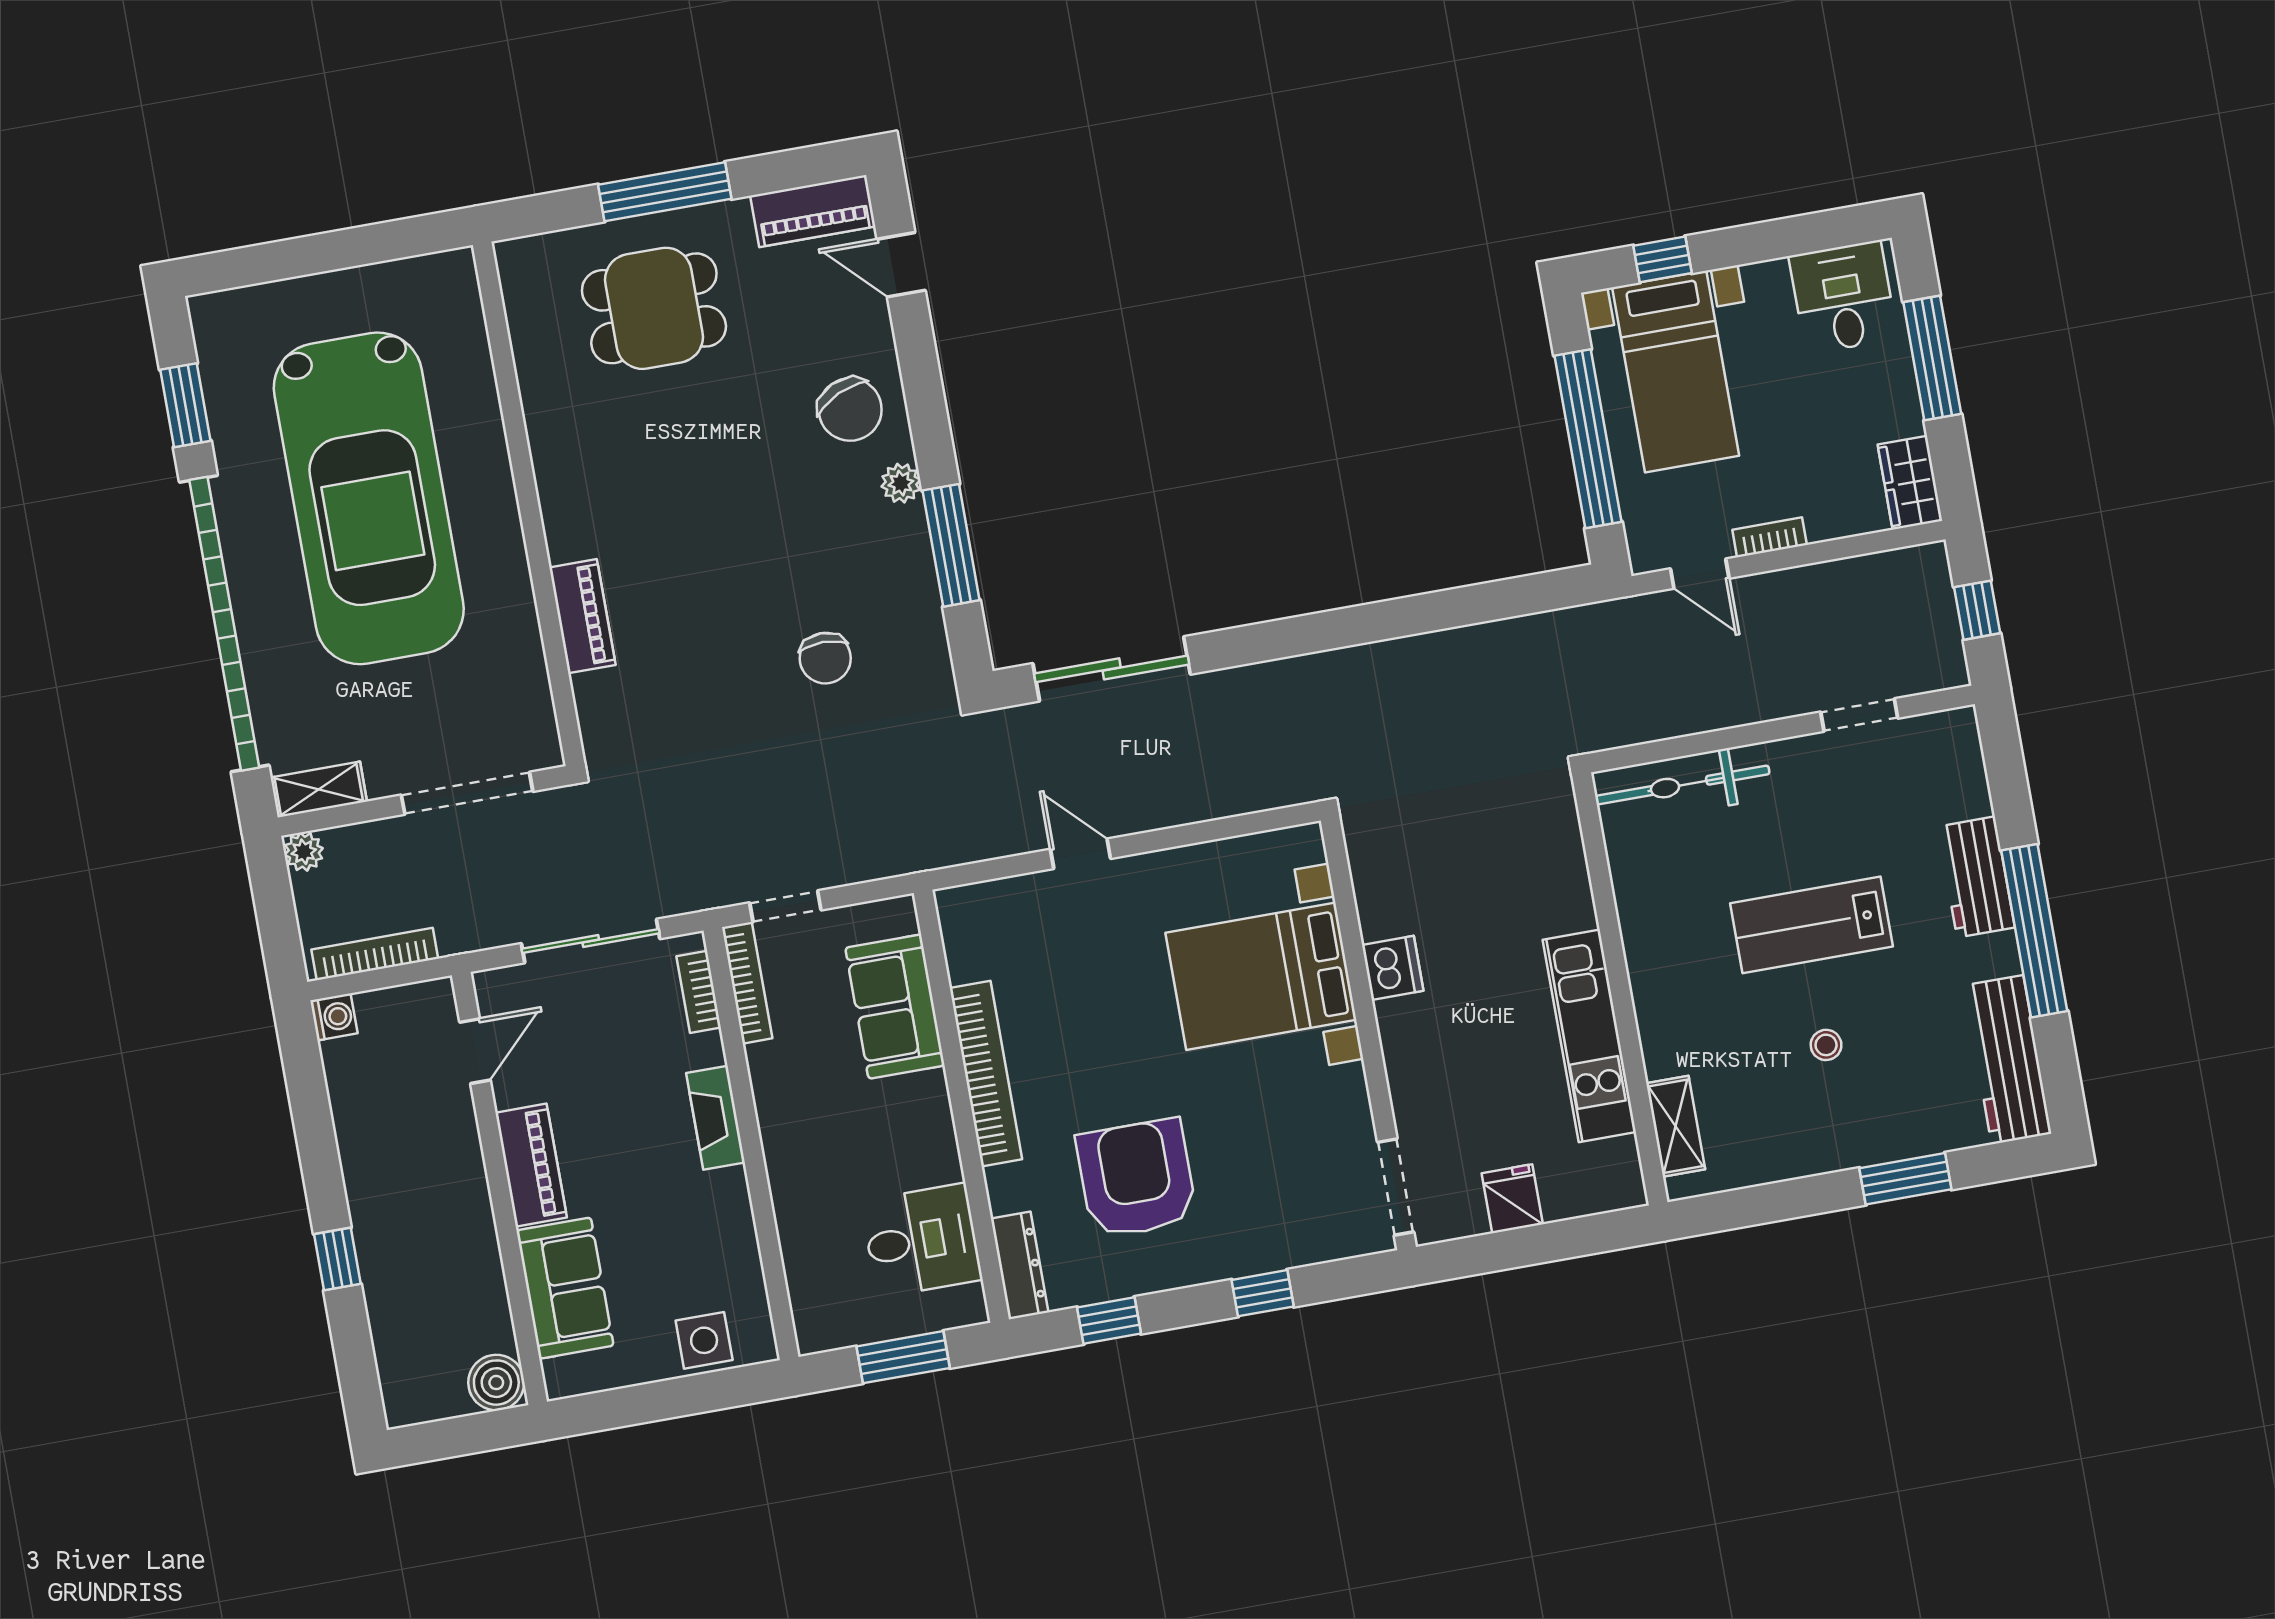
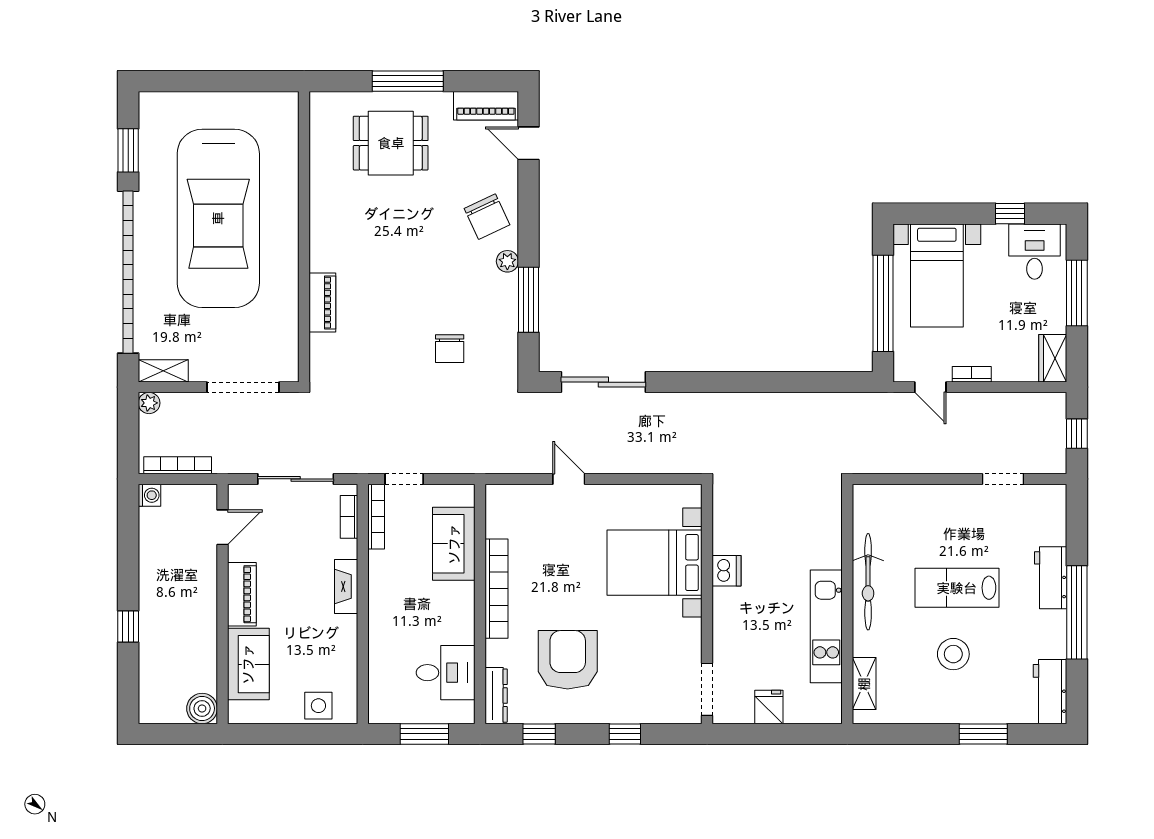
window: (1662, 259) -> (1010, 214), moved
bicycle: (1682, 785) -> (868, 582), moved, turned -90
stool: (1826, 1045) -> (953, 654), width x1.89, depth x1.89
workbench: (2007, 1060) -> (1050, 692), width x0.73

